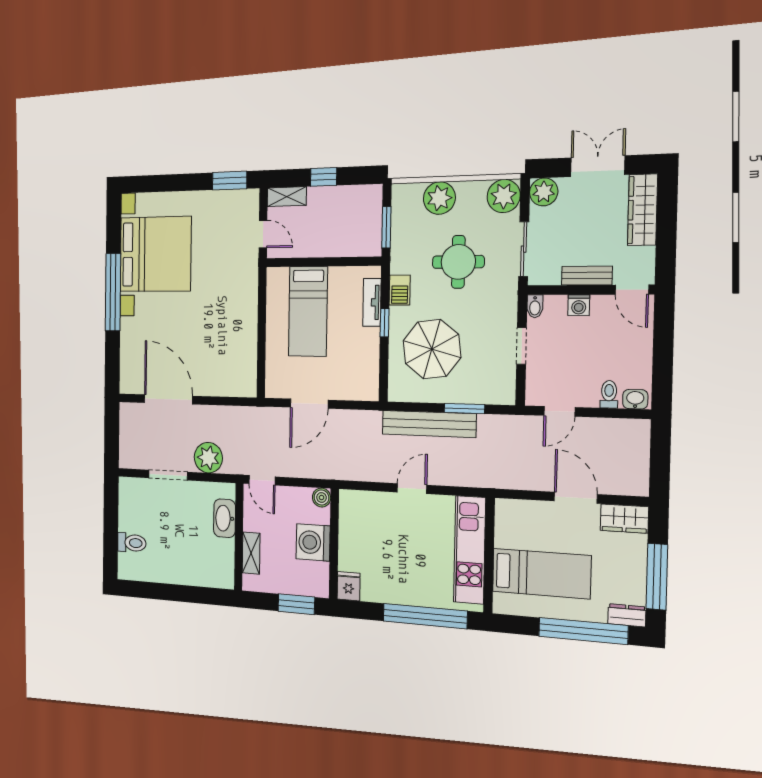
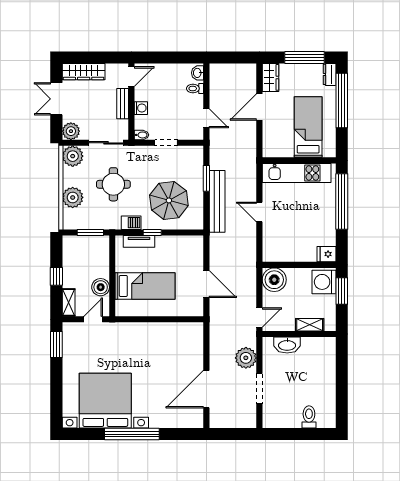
boiler: (307, 244) -> (101, 287), added
boiler: (322, 498) -> (274, 280), width x1.86, depth x1.86
washing machine: (313, 542) -> (324, 282), moved, turned 90

